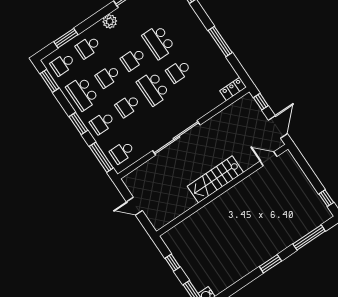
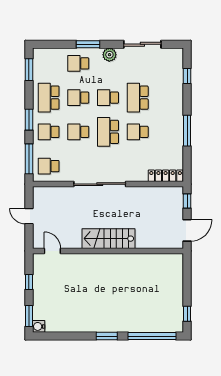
window: (66, 38) -> (88, 44), moved
school desk: (63, 64) -> (49, 63), removed
locker: (233, 89) -> (166, 176), width x1.53
door: (269, 159) -> (52, 251), moved
window: (309, 238) -> (152, 336), width x1.46

